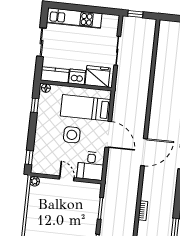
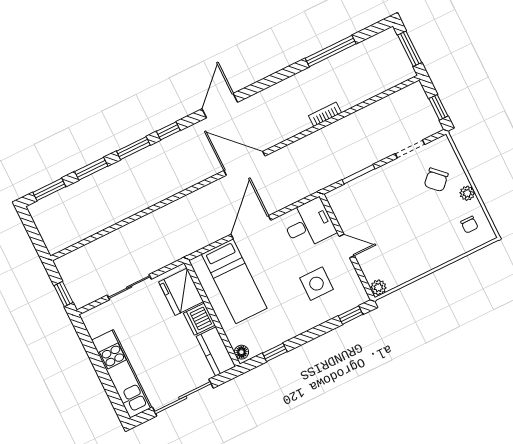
sliding door: (41, 42) -> (183, 398), width x1.37
side table: (72, 135) -> (316, 284), moved
door: (67, 178) -> (347, 246), swing flipped

